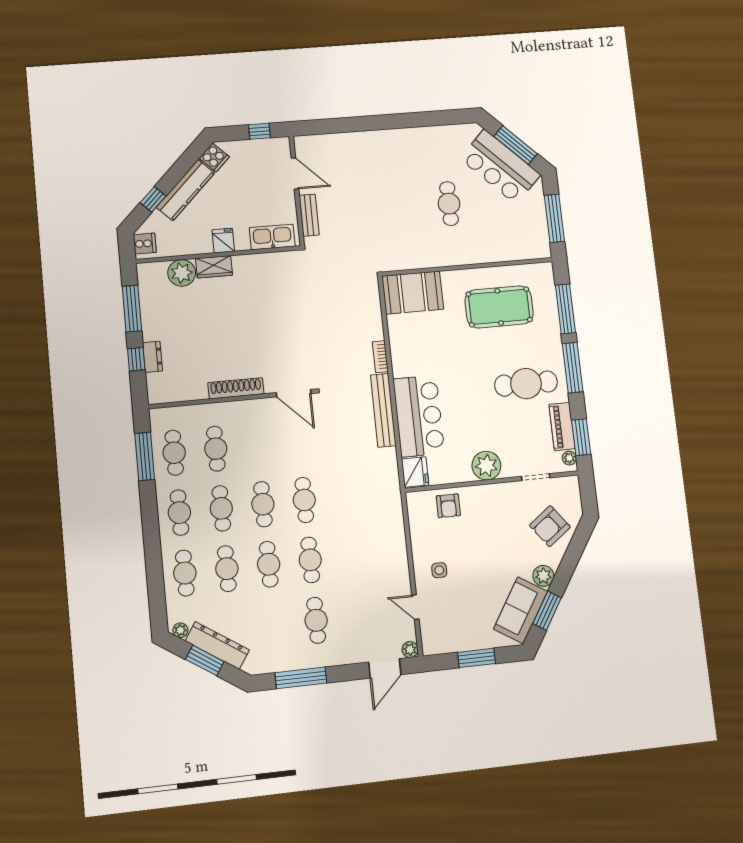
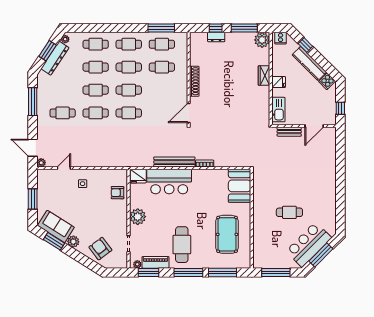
plant: (182, 273) -> (262, 40), moved

